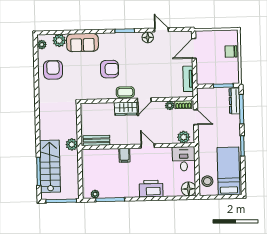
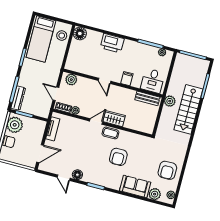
armchair: (110, 69) -> (118, 157), turned -90
plant: (230, 71) -> (15, 125), added
desk: (184, 159) -> (153, 81), moved
stairs: (50, 166) -> (188, 109), moved

